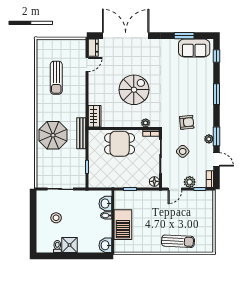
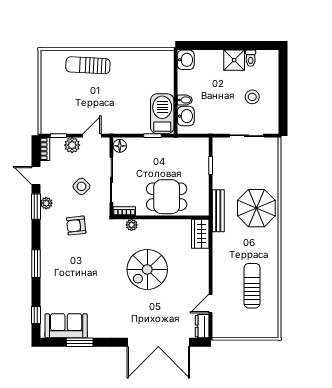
barbecue: (123, 225) -> (162, 114), moved

